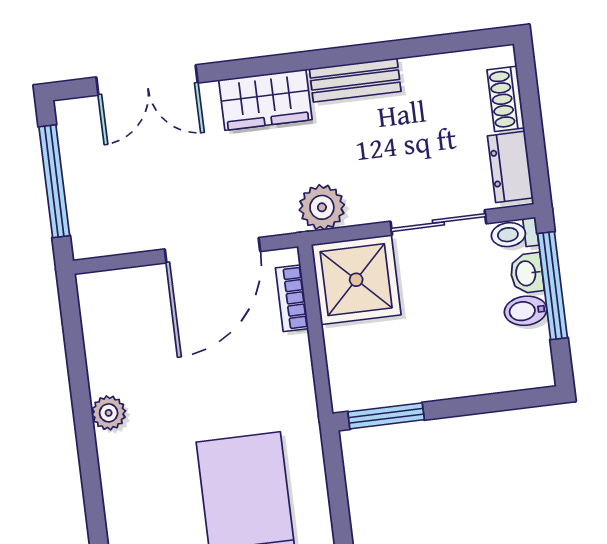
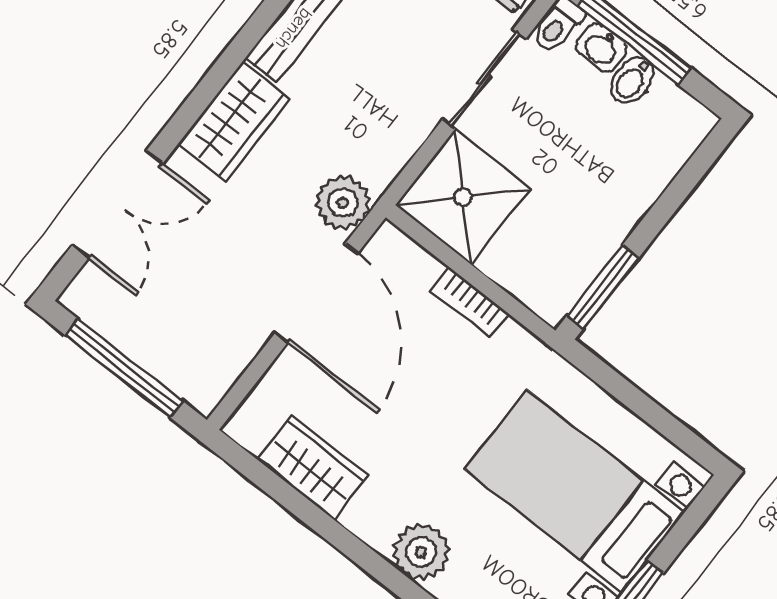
plant: (322, 207) -> (343, 203), moved
bookcase: (292, 298) -> (470, 303), moved
wardrobe: (107, 351) -> (313, 467), added
plant: (109, 413) -> (421, 552), moved, width x1.38, depth x1.38

